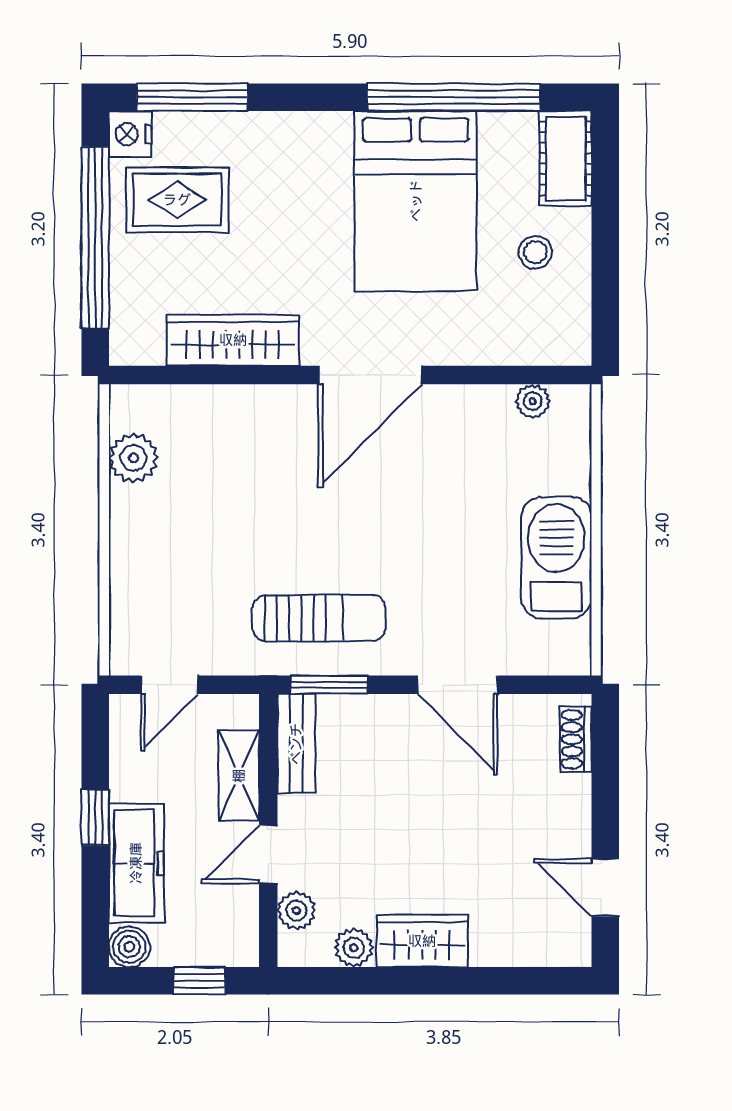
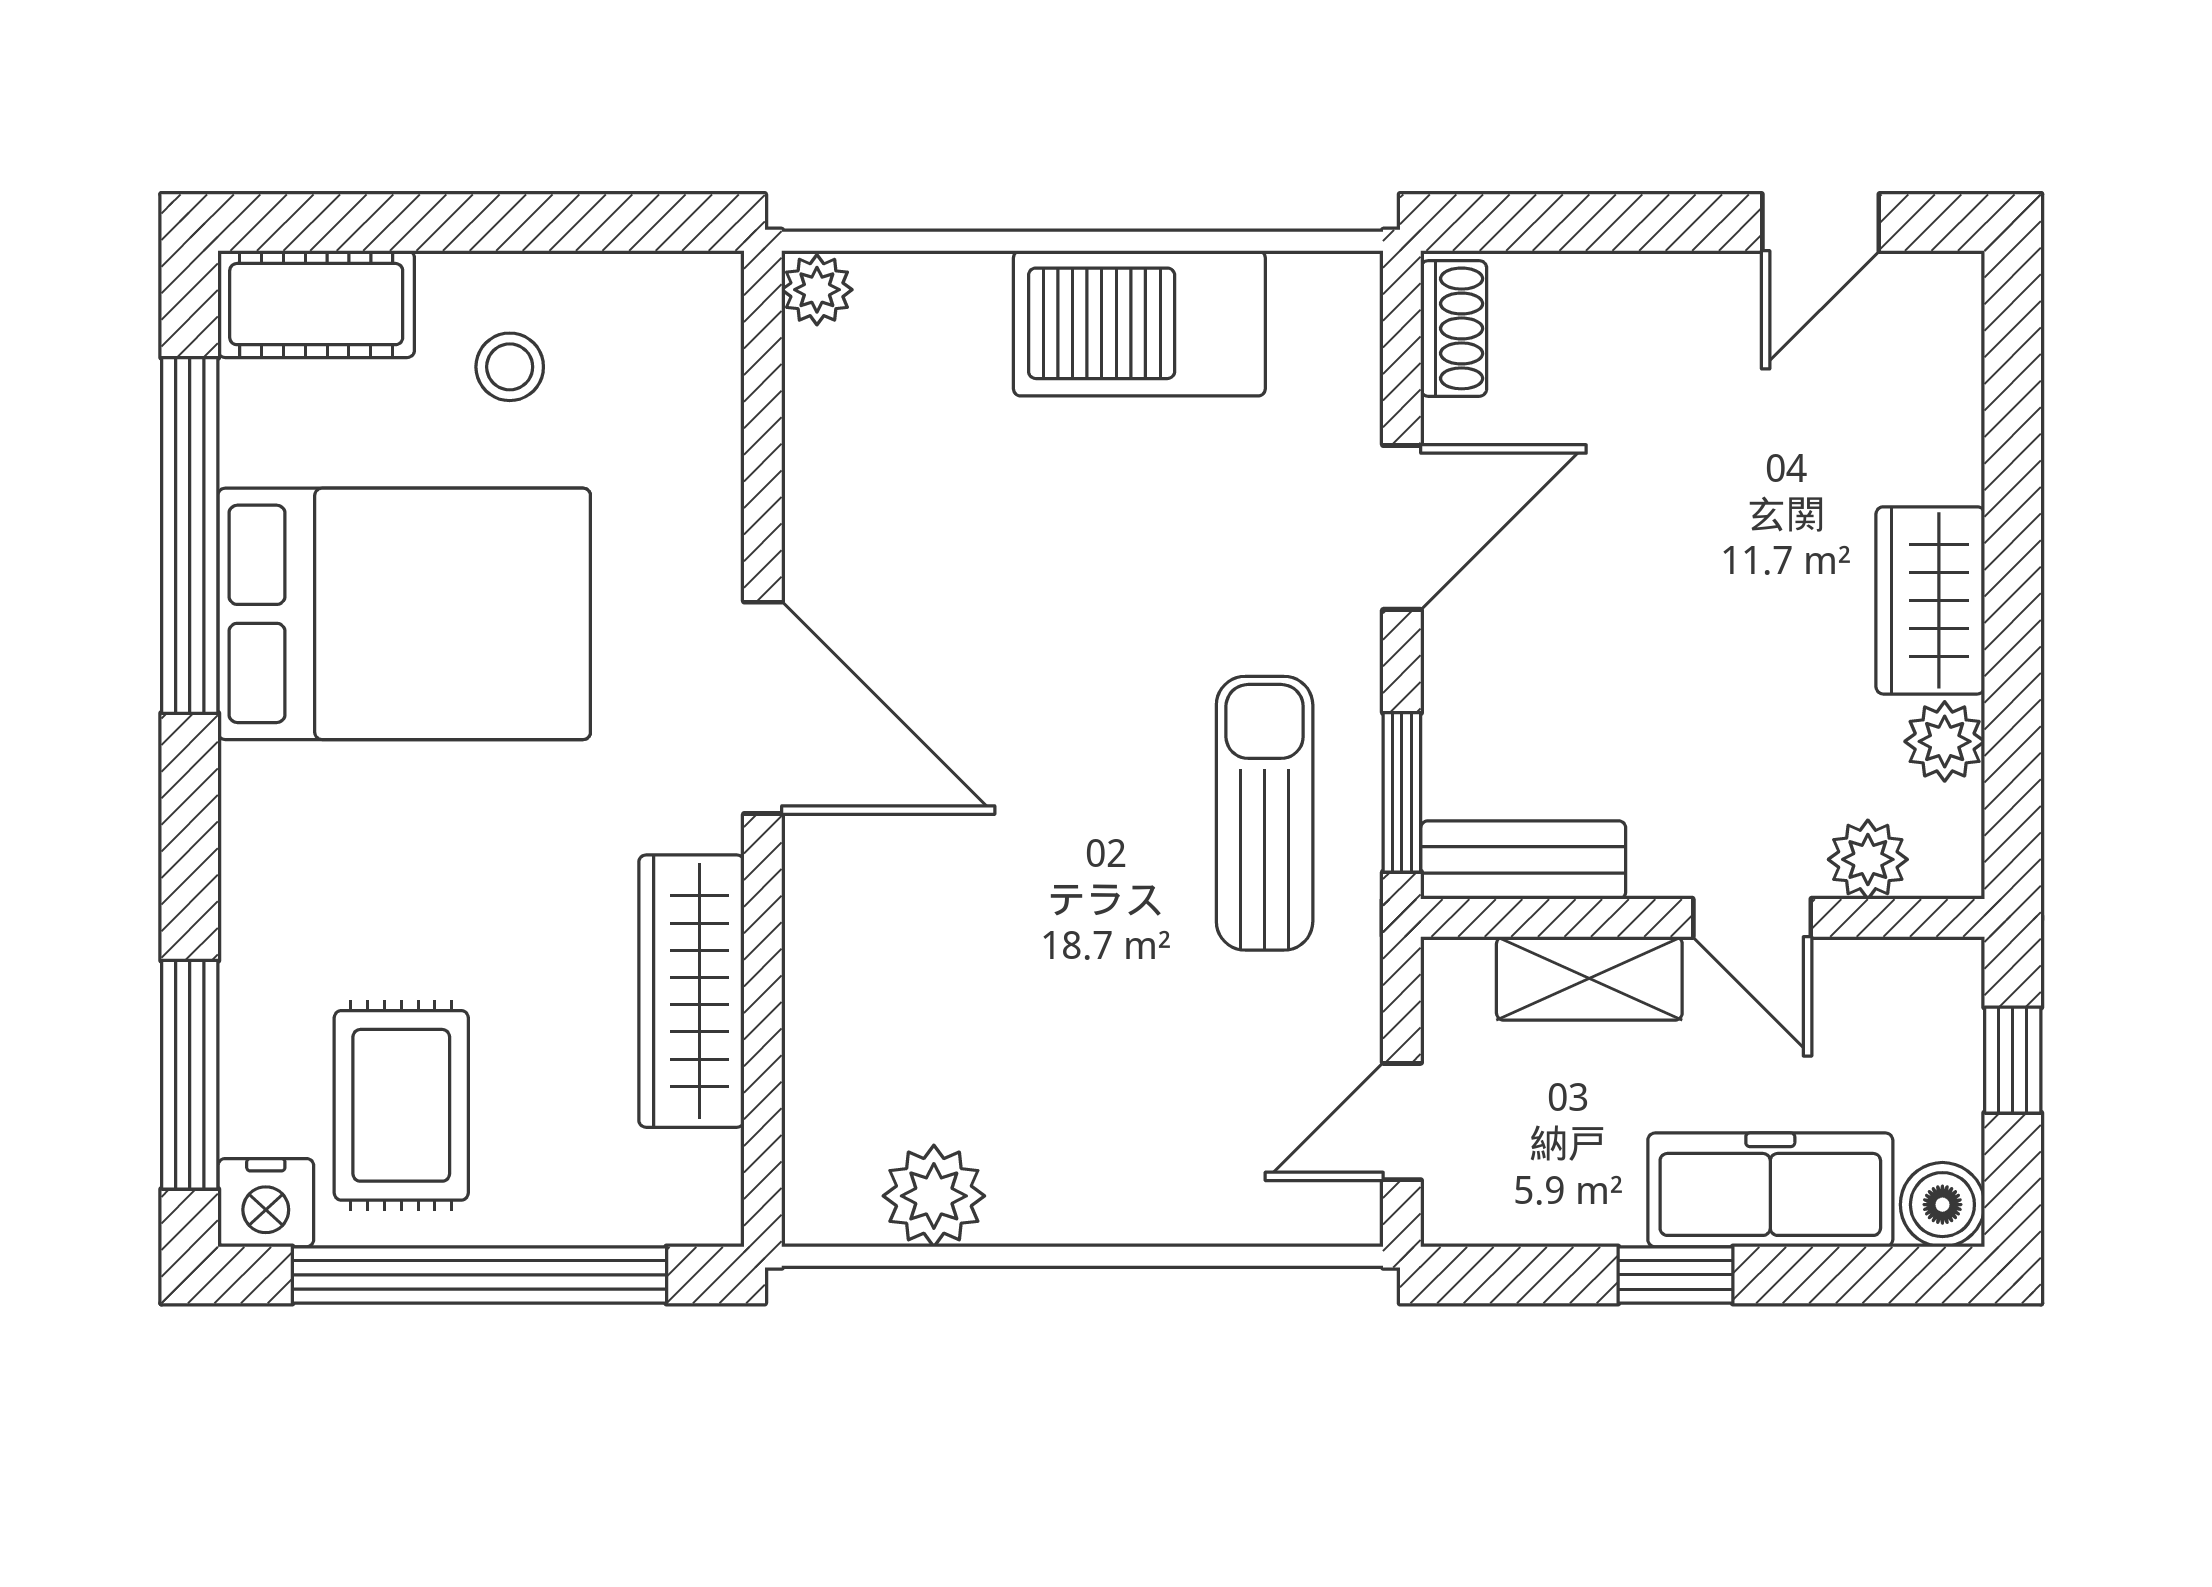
plant: (533, 401) -> (817, 290), moved
door: (170, 685) -> (1402, 1122), swing flipped
shoe rack: (576, 739) -> (1454, 328), moved, turned -90

